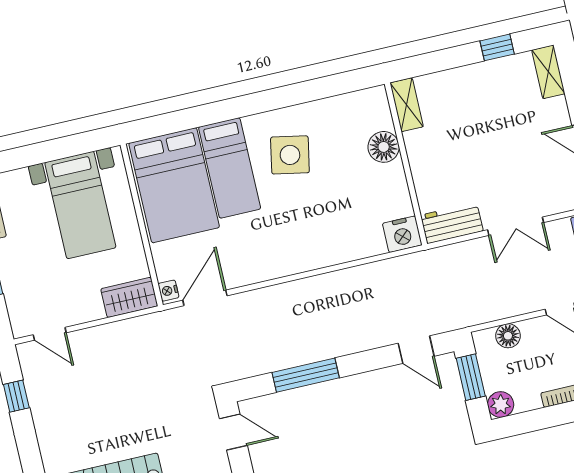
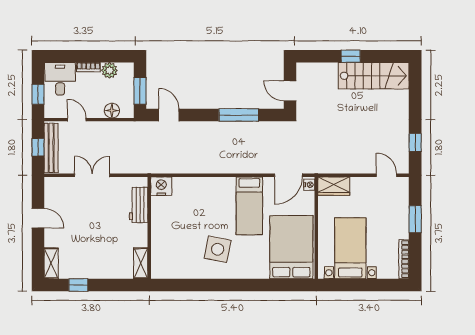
floor lamp: (384, 147) -> (160, 241), removed
bed: (230, 168) -> (249, 206), moved, turned 180
workbench: (452, 223) -> (139, 205), moved, turned 90
plant: (501, 404) -> (109, 70), moved

